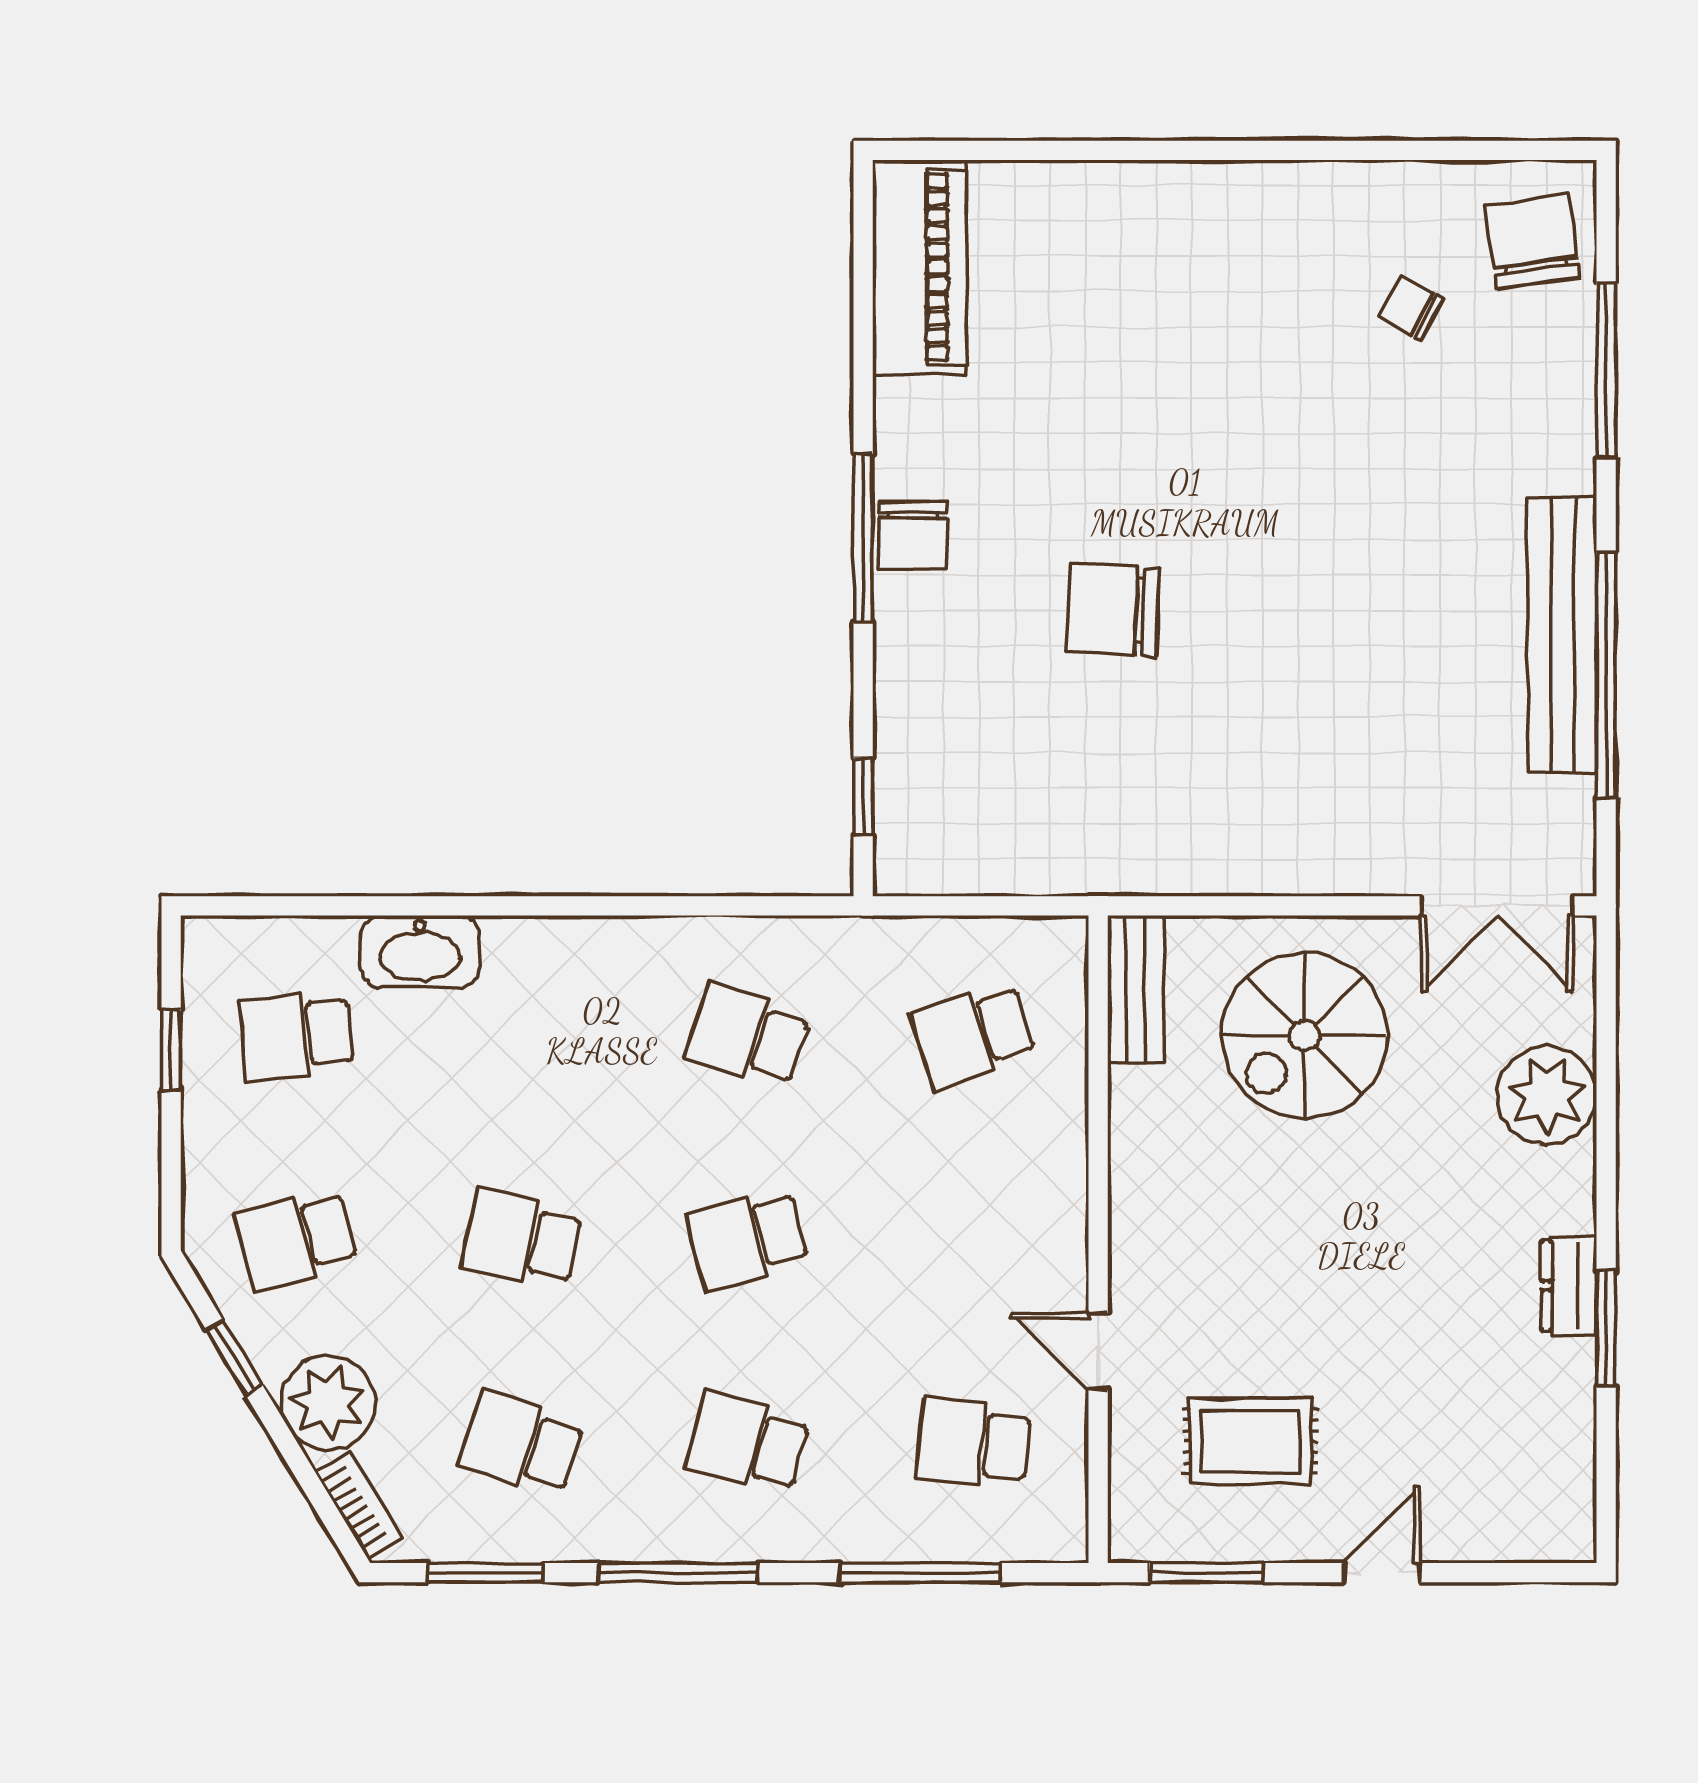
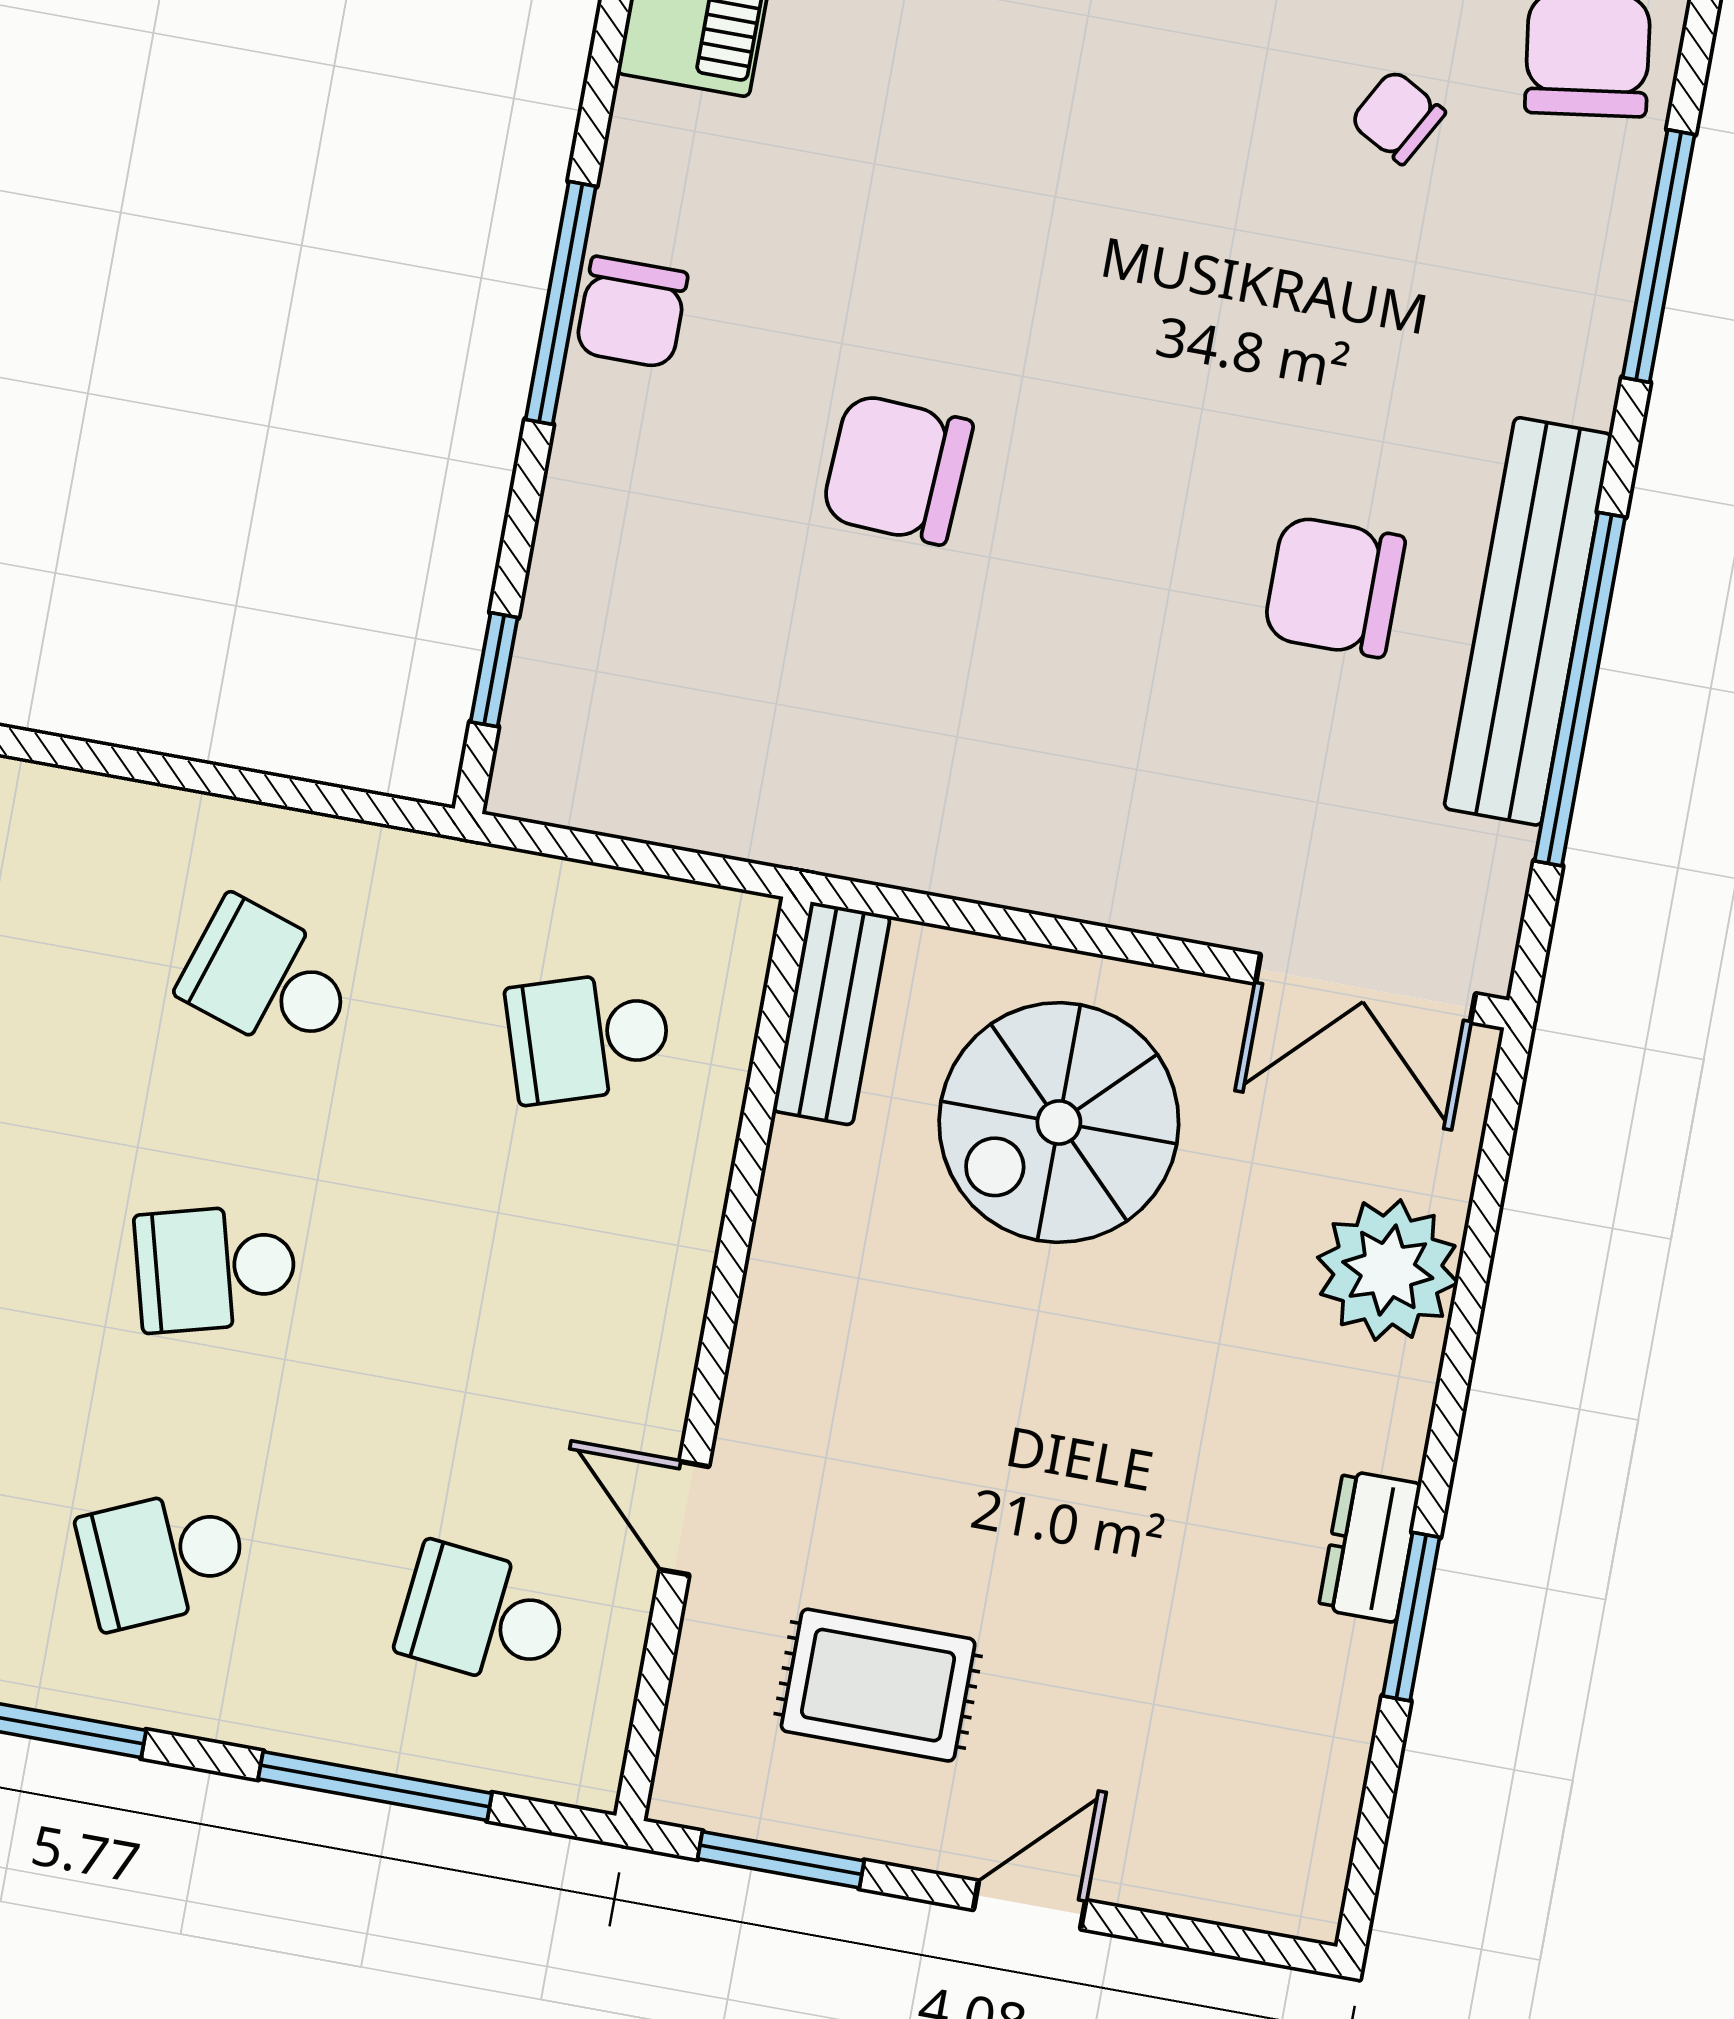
chair: (1426, 636) -> (1334, 587), added
school desk: (748, 1443) -> (163, 1558), turned -39

